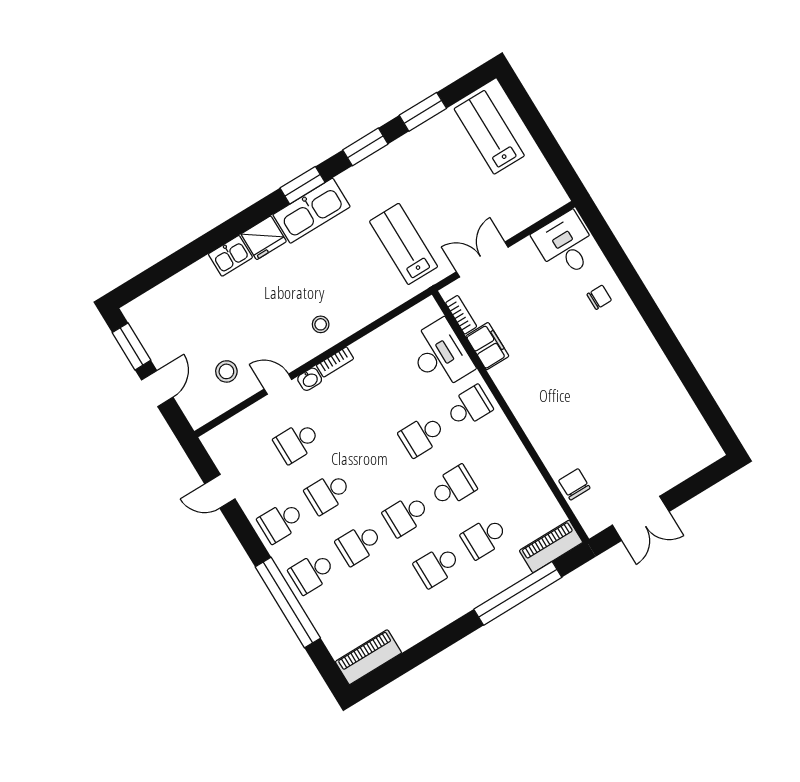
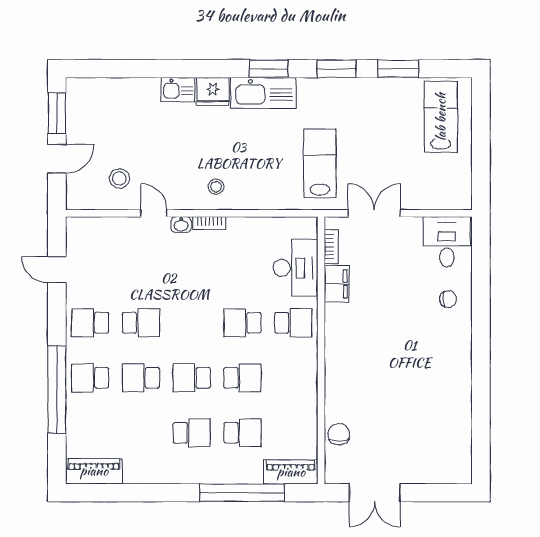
school desk: (297, 442) -> (141, 268), removed
school desk: (328, 493) -> (141, 323), turned 180
school desk: (484, 537) -> (242, 433), turned 180
school desk: (437, 566) -> (192, 433), turned 180

